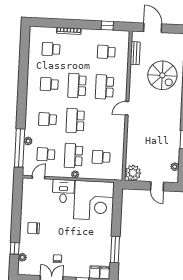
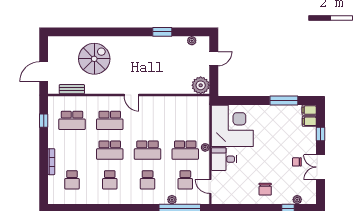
school desk: (106, 52) -> (72, 120), width x1.85
school desk: (101, 157) -> (185, 120), removed

